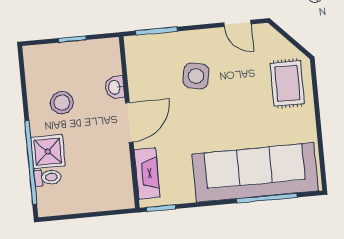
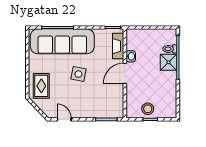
side table: (196, 76) -> (78, 74), moved
washbasin: (115, 87) -> (131, 56), moved
stool: (62, 103) -> (148, 109), moved

